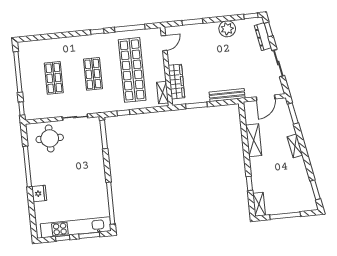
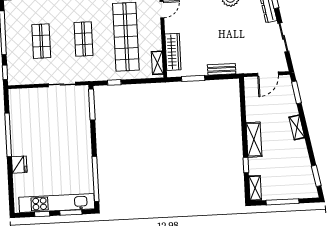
bench: (227, 95) -> (222, 69), width x0.73
round table: (50, 138) -> (34, 106), removed
shelving: (254, 140) -> (254, 140), moved

